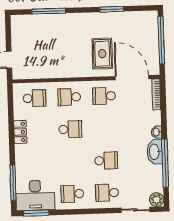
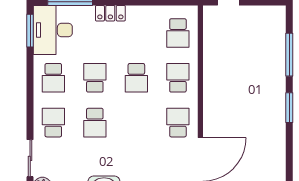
window: (112, 9) -> (289, 108), moved
rug: (102, 54) -> (232, 122), removed
locker: (20, 132) -> (110, 13), moved
school desk: (71, 162) -> (95, 78), added
school desk: (72, 194) -> (53, 78), turned 180

